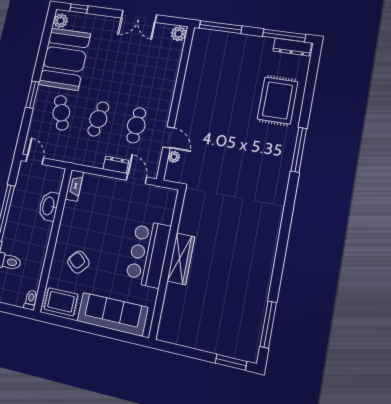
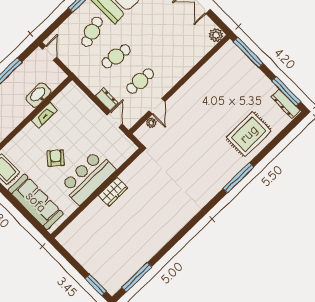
fireplace: (74, 186) -> (44, 115), moved
wardrobe: (181, 259) -> (113, 192), width x0.67
armchair: (78, 262) -> (56, 158), moved

